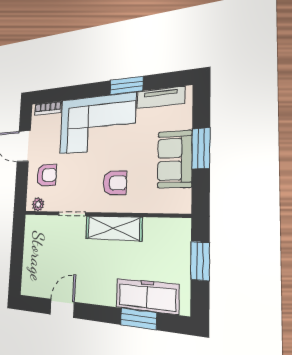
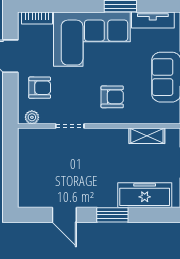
shelving: (113, 228) -> (147, 136), moved, width x0.67, depth x0.75
door: (62, 308) -> (64, 215), swing flipped
window: (139, 319) -> (112, 215), moved

